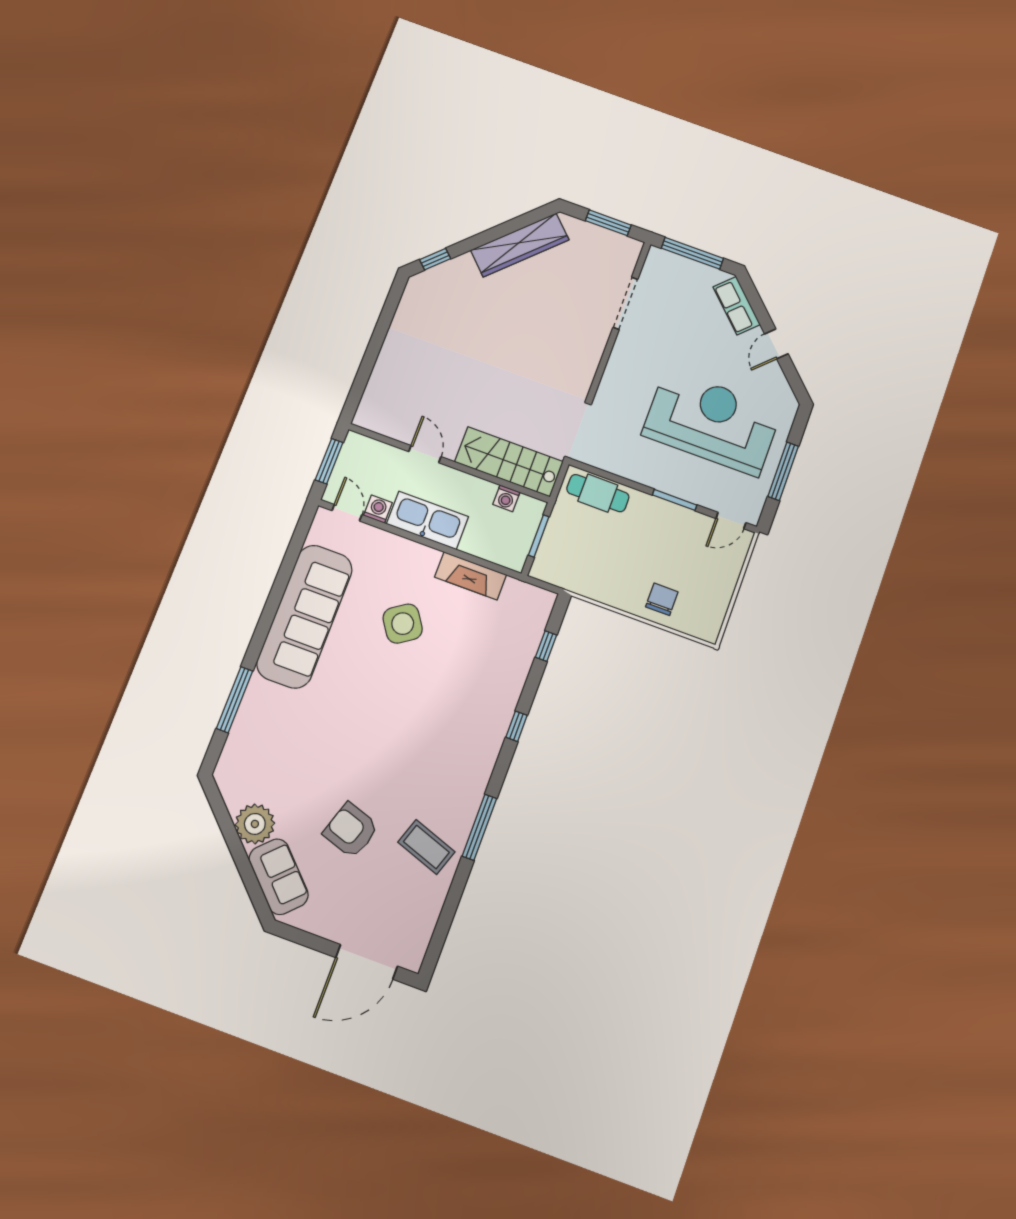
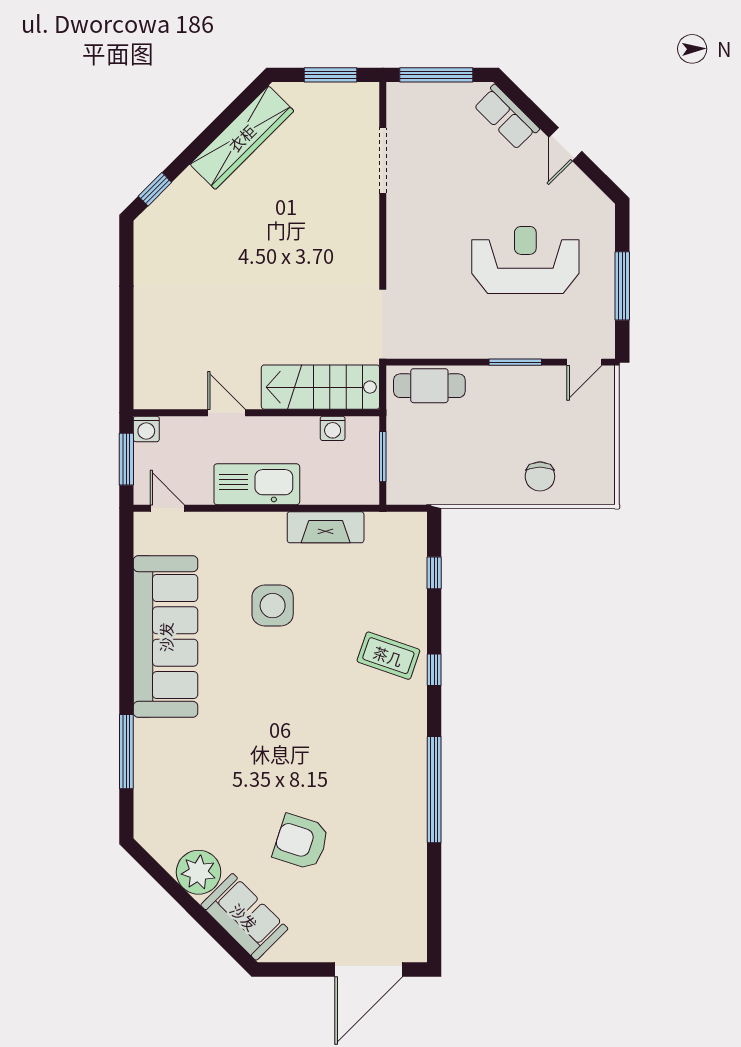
reception desk: (712, 422) -> (525, 260), width x0.74, depth x0.77
washing machine: (378, 509) -> (146, 429), moved, turned 180
chair: (662, 599) -> (540, 476), turned 180
side table: (403, 624) -> (273, 606), turned 34
window: (479, 827) -> (434, 790), width x1.46
coffee table: (426, 847) -> (388, 656), moved

